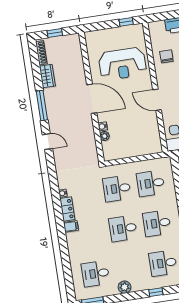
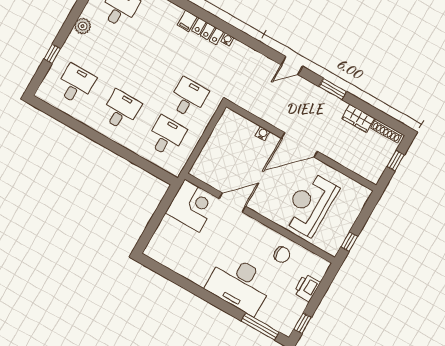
door: (157, 100) -> (232, 202), moved
window: (42, 106) -> (333, 89), width x0.69
plant: (105, 136) -> (251, 128), removed
desk: (123, 229) -> (143, 72), removed

